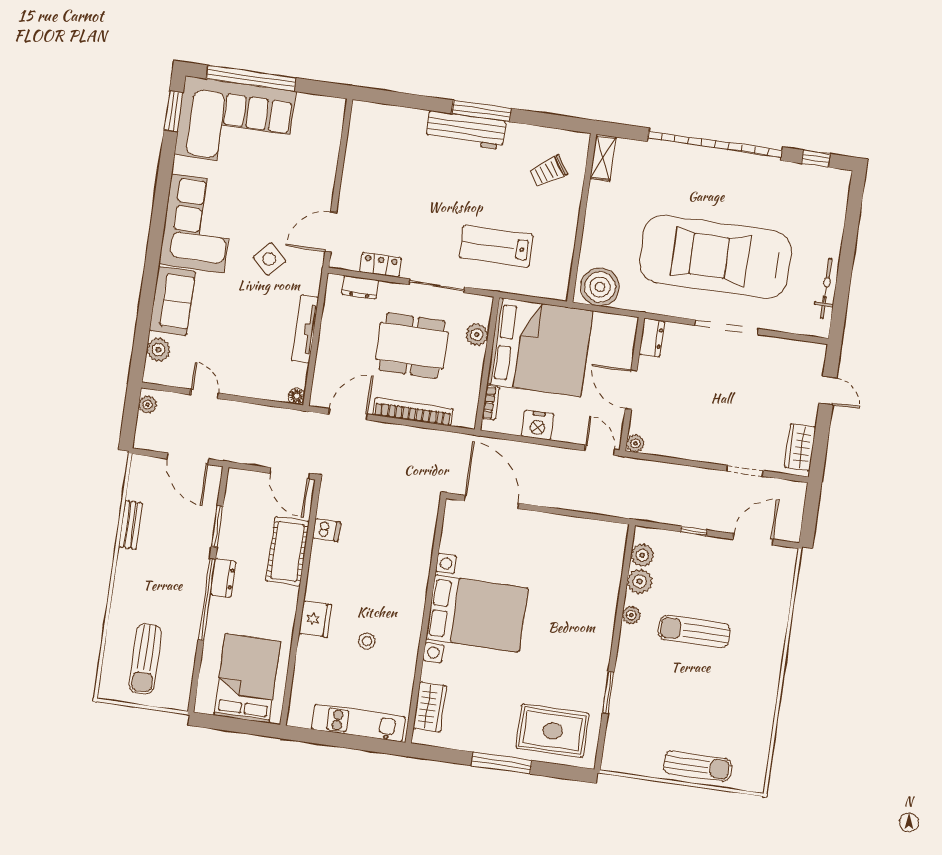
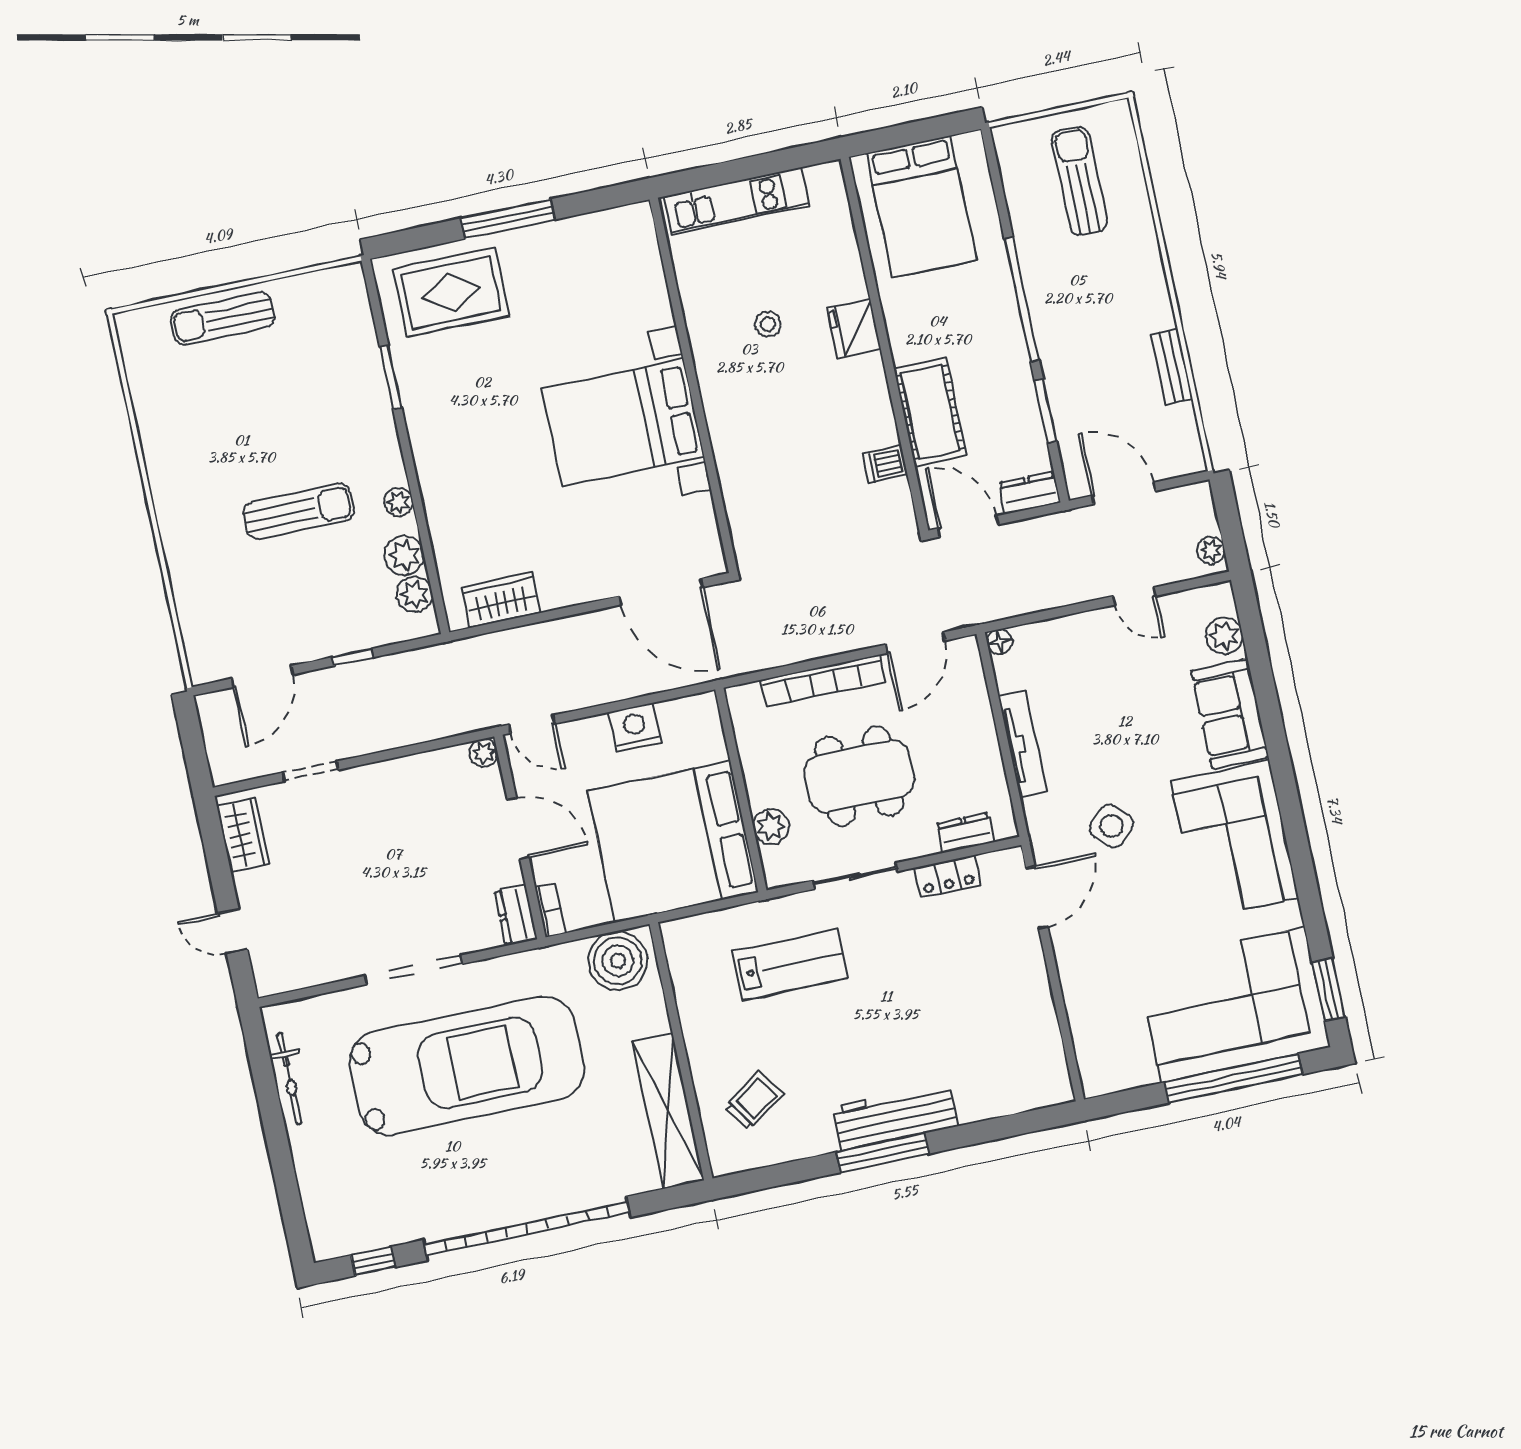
shelving: (603, 158) -> (668, 1110), width x2.20, depth x1.33
bookcase: (491, 403) -> (550, 910), moved, turned 180
dresser: (223, 578) -> (1029, 493), moved, turned 90
wardrobe: (430, 707) -> (501, 600), moved, turned 90

